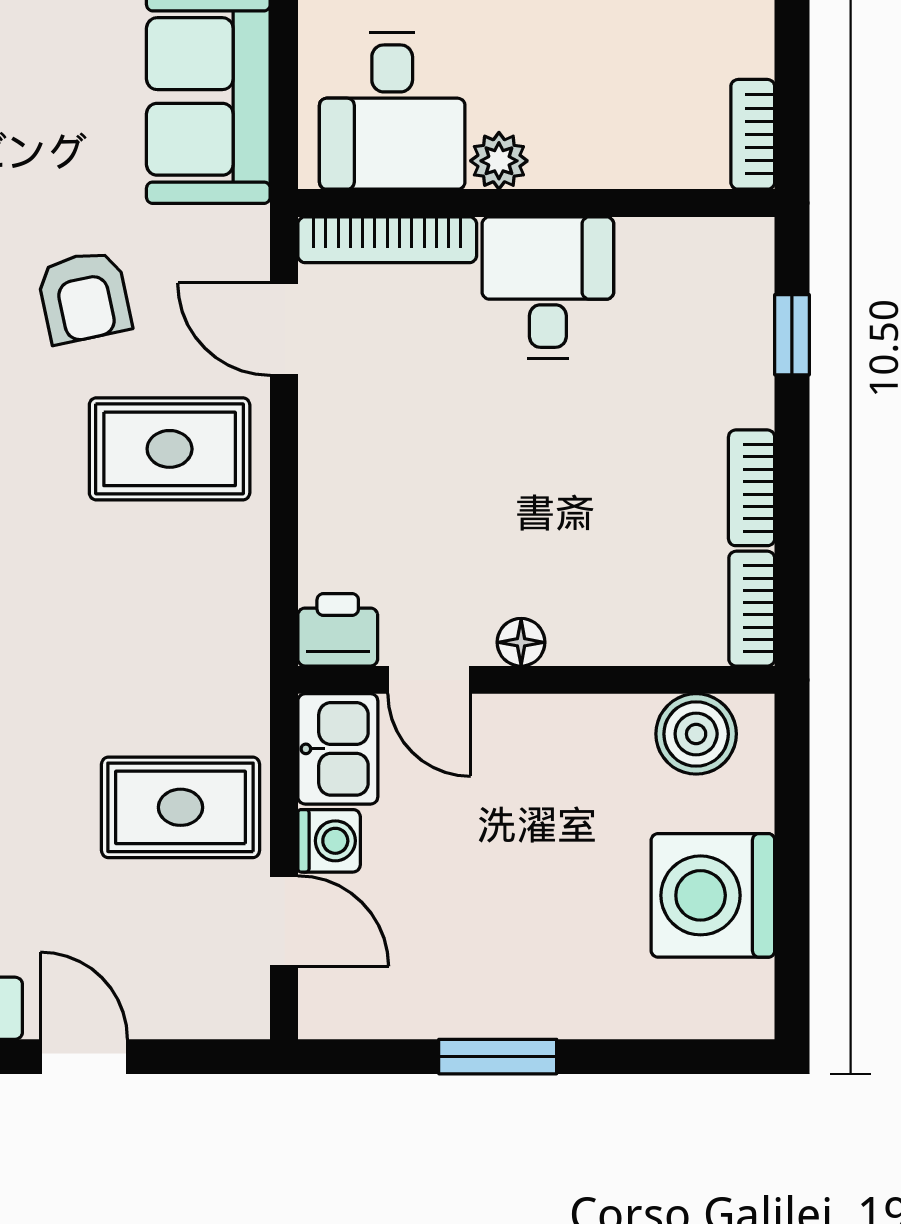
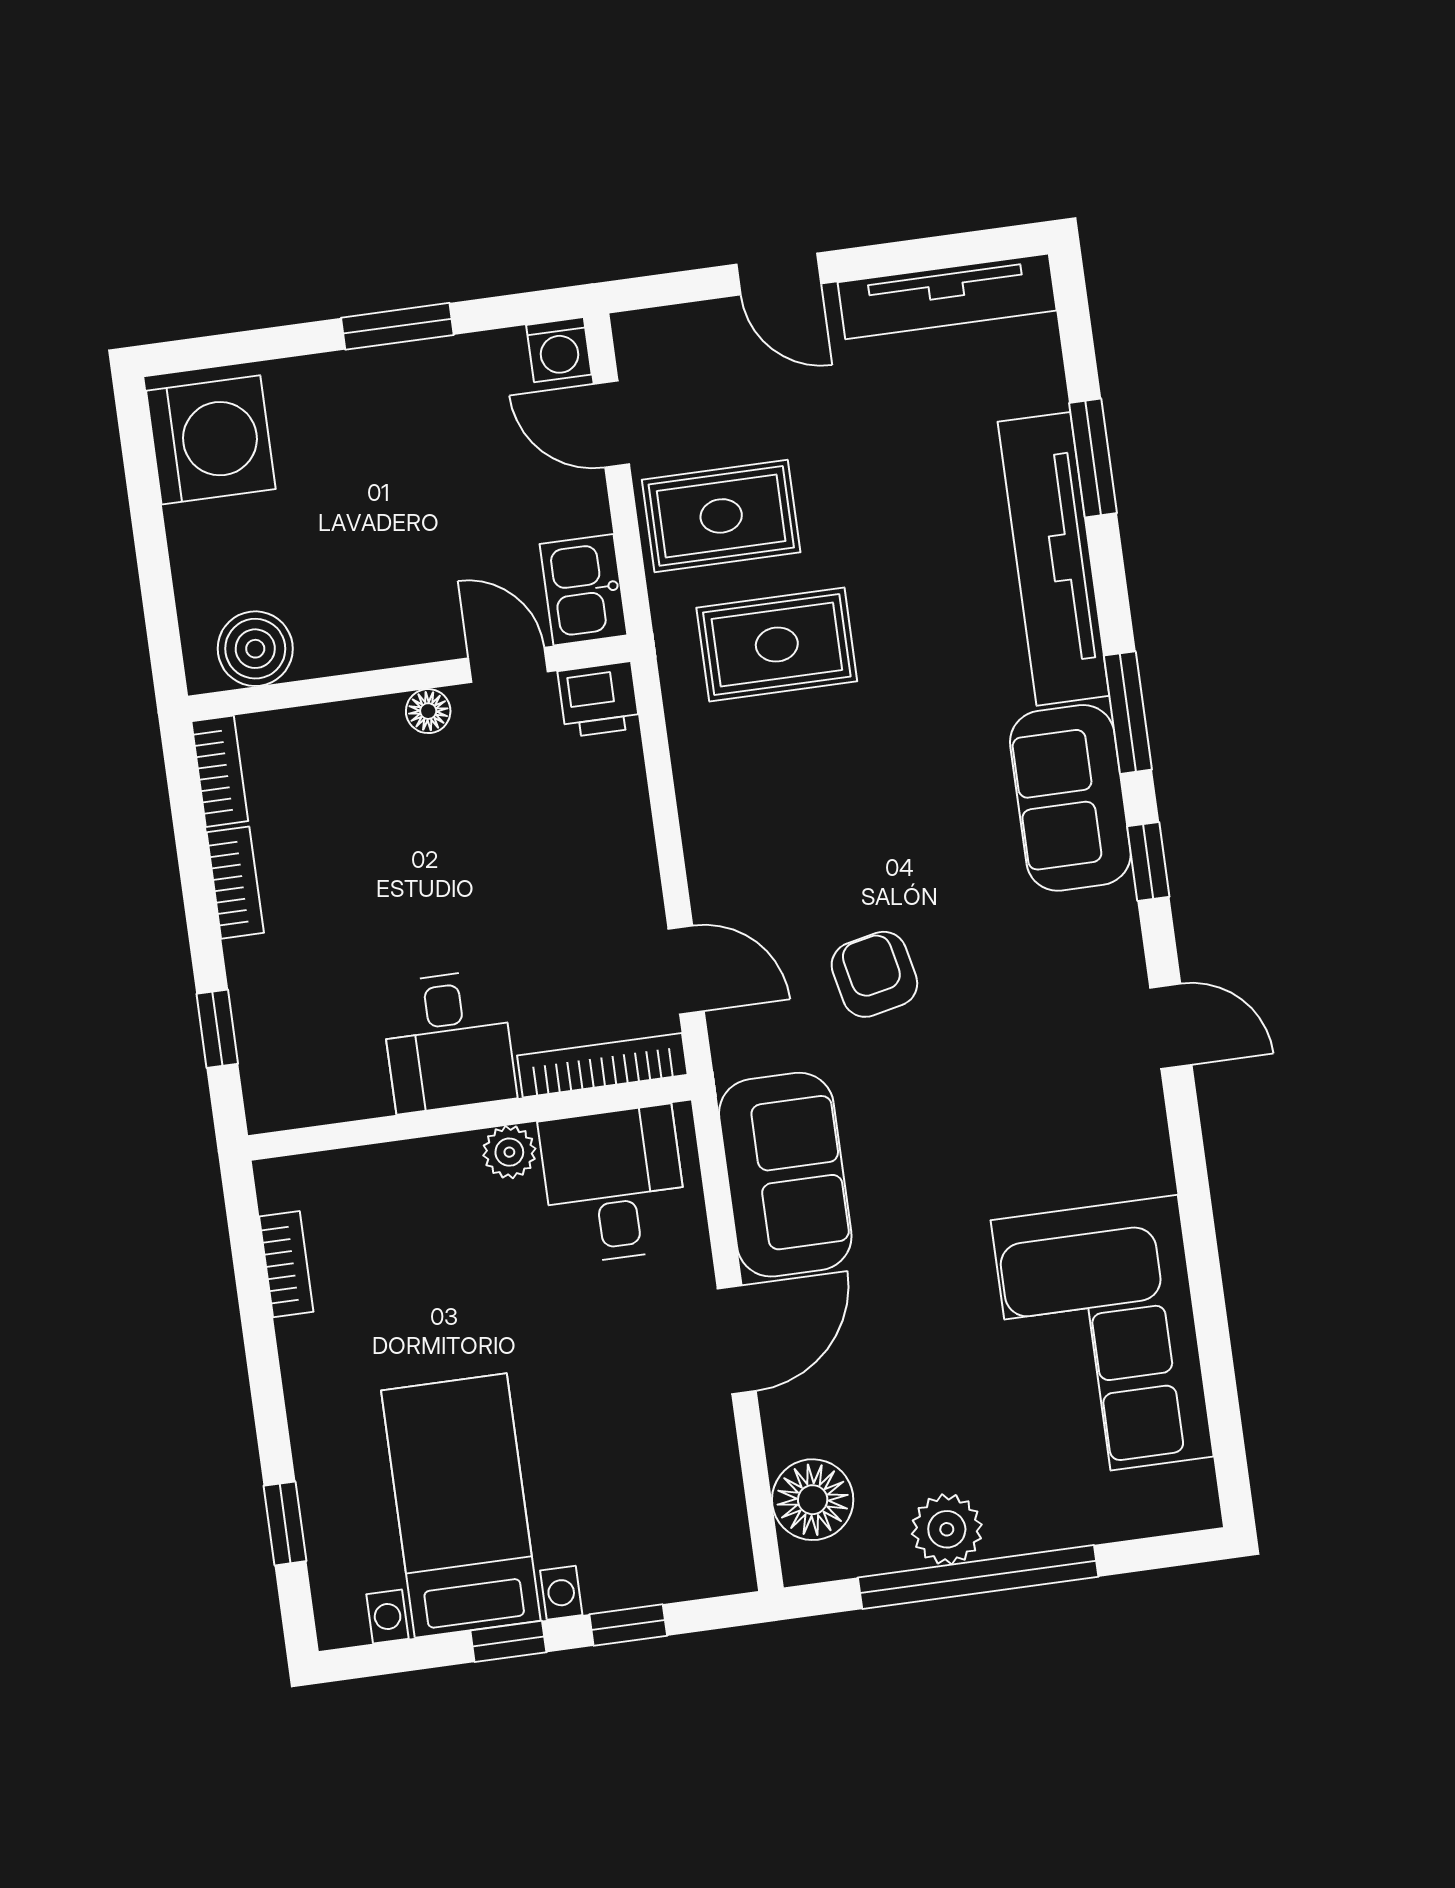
bookcase: (753, 134) -> (286, 1264), moved
rug: (170, 449) -> (777, 644), moved
washing machine: (329, 841) -> (559, 350), moved, turned -90
washing machine: (713, 895) -> (211, 440), moved

